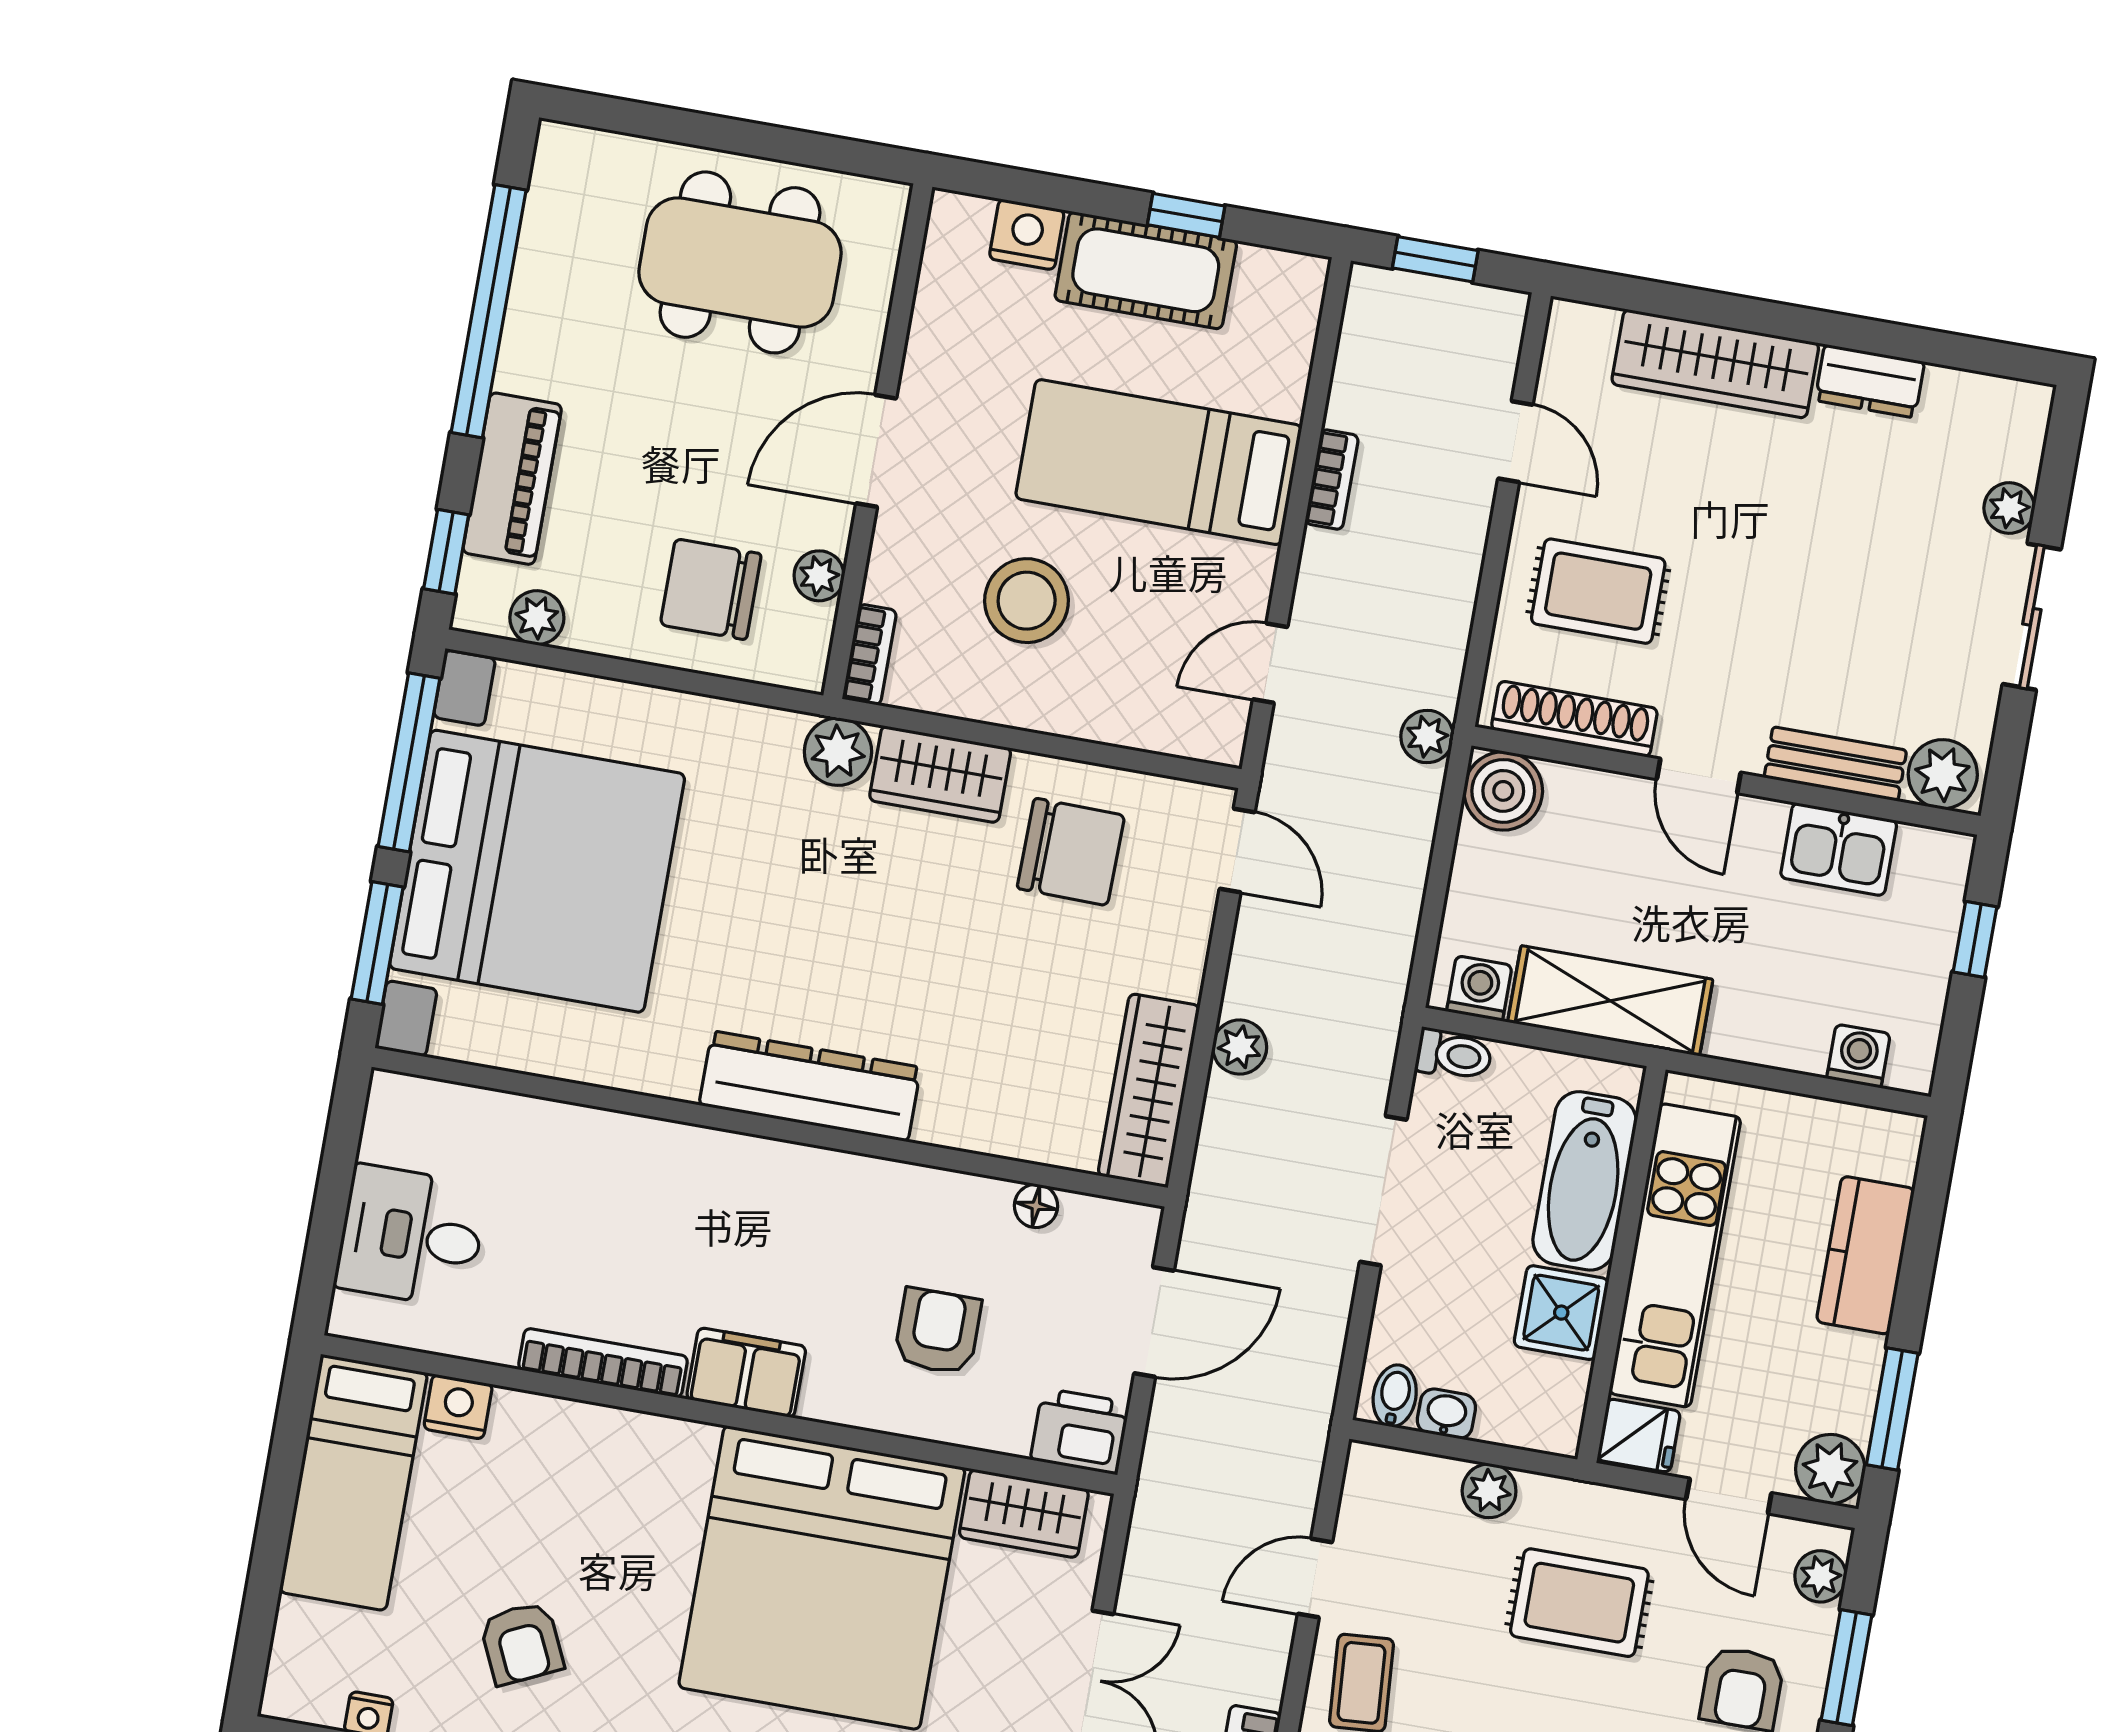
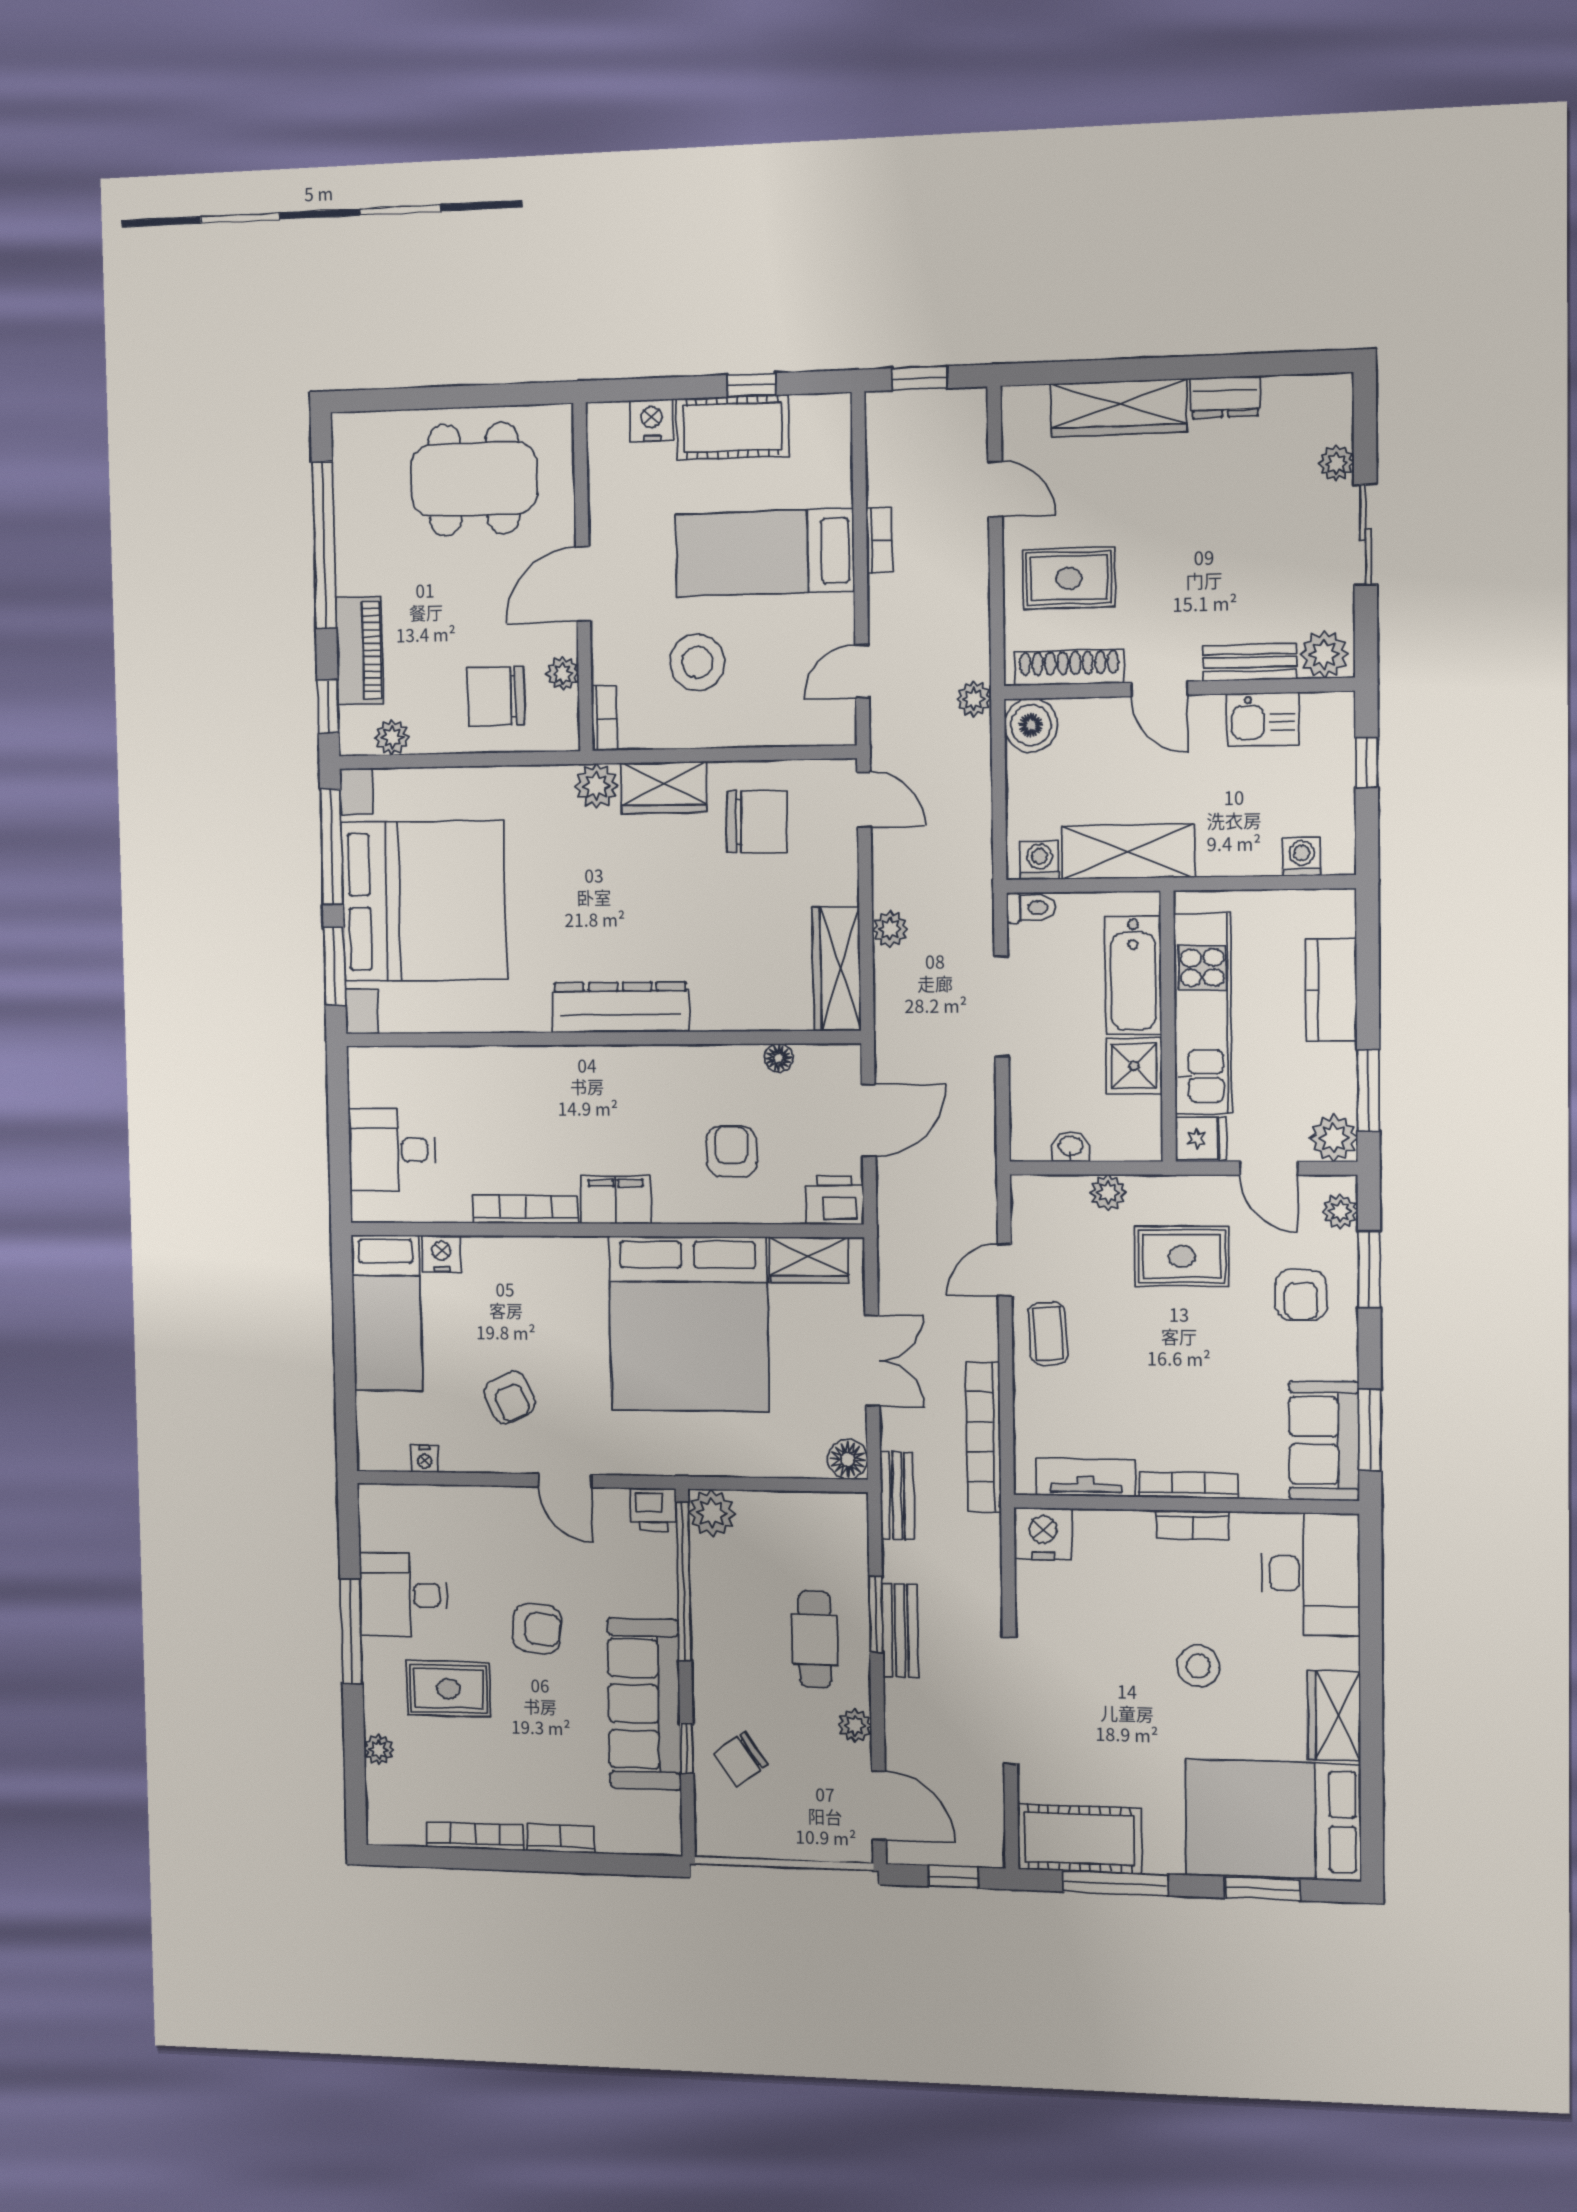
bidet: (1395, 1396) -> (1034, 1141), removed

